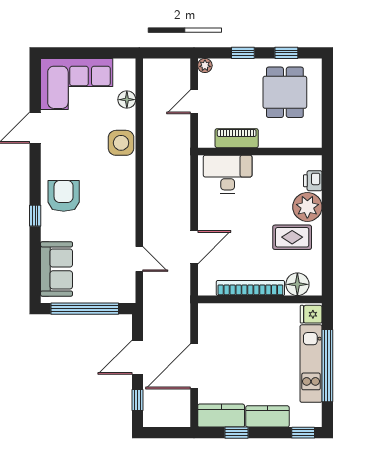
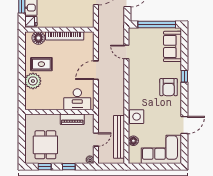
bench: (153, 106) -> (119, 137), added
printer: (313, 181) -> (30, 96), removed
door: (194, 247) -> (96, 70), moved

